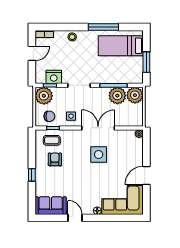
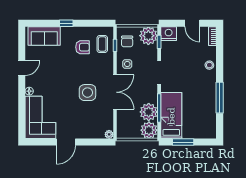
bed: (121, 46) -> (171, 116), moved
nightstand: (54, 77) -> (169, 34), moved, turned 90
door: (146, 175) -> (66, 142), swing flipped
sofa: (51, 206) -> (44, 36), moved, turned 90

